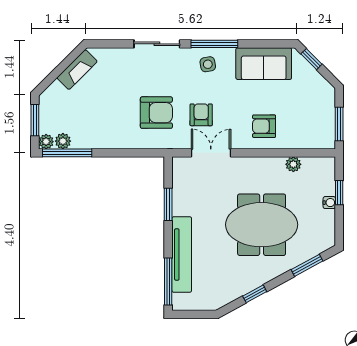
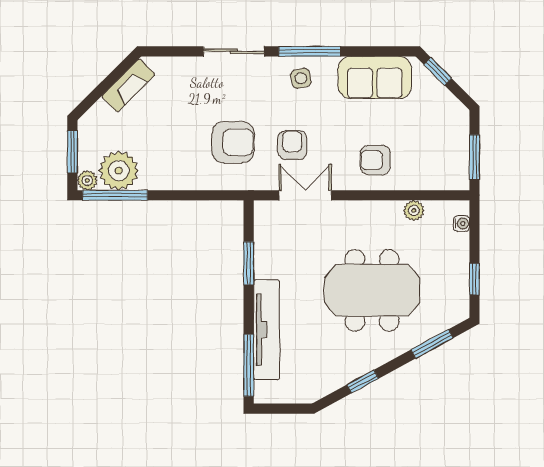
plant: (63, 141) -> (119, 171), width x1.87, depth x1.87
window: (339, 193) -> (475, 279), moved
water cooler: (329, 203) -> (461, 223), moved

